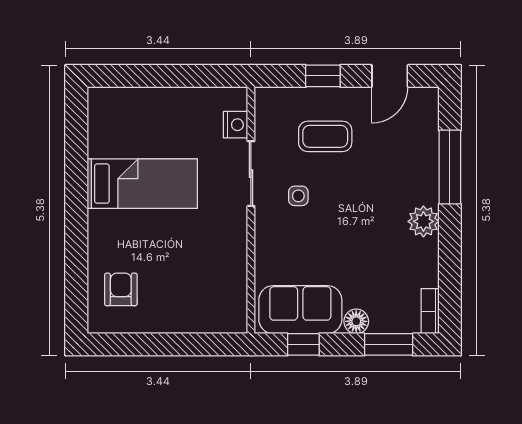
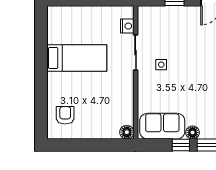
coffee table: (325, 136) -> (176, 32), removed
floor lamp: (235, 321) -> (127, 132), added
window: (303, 344) -> (181, 145), moved

